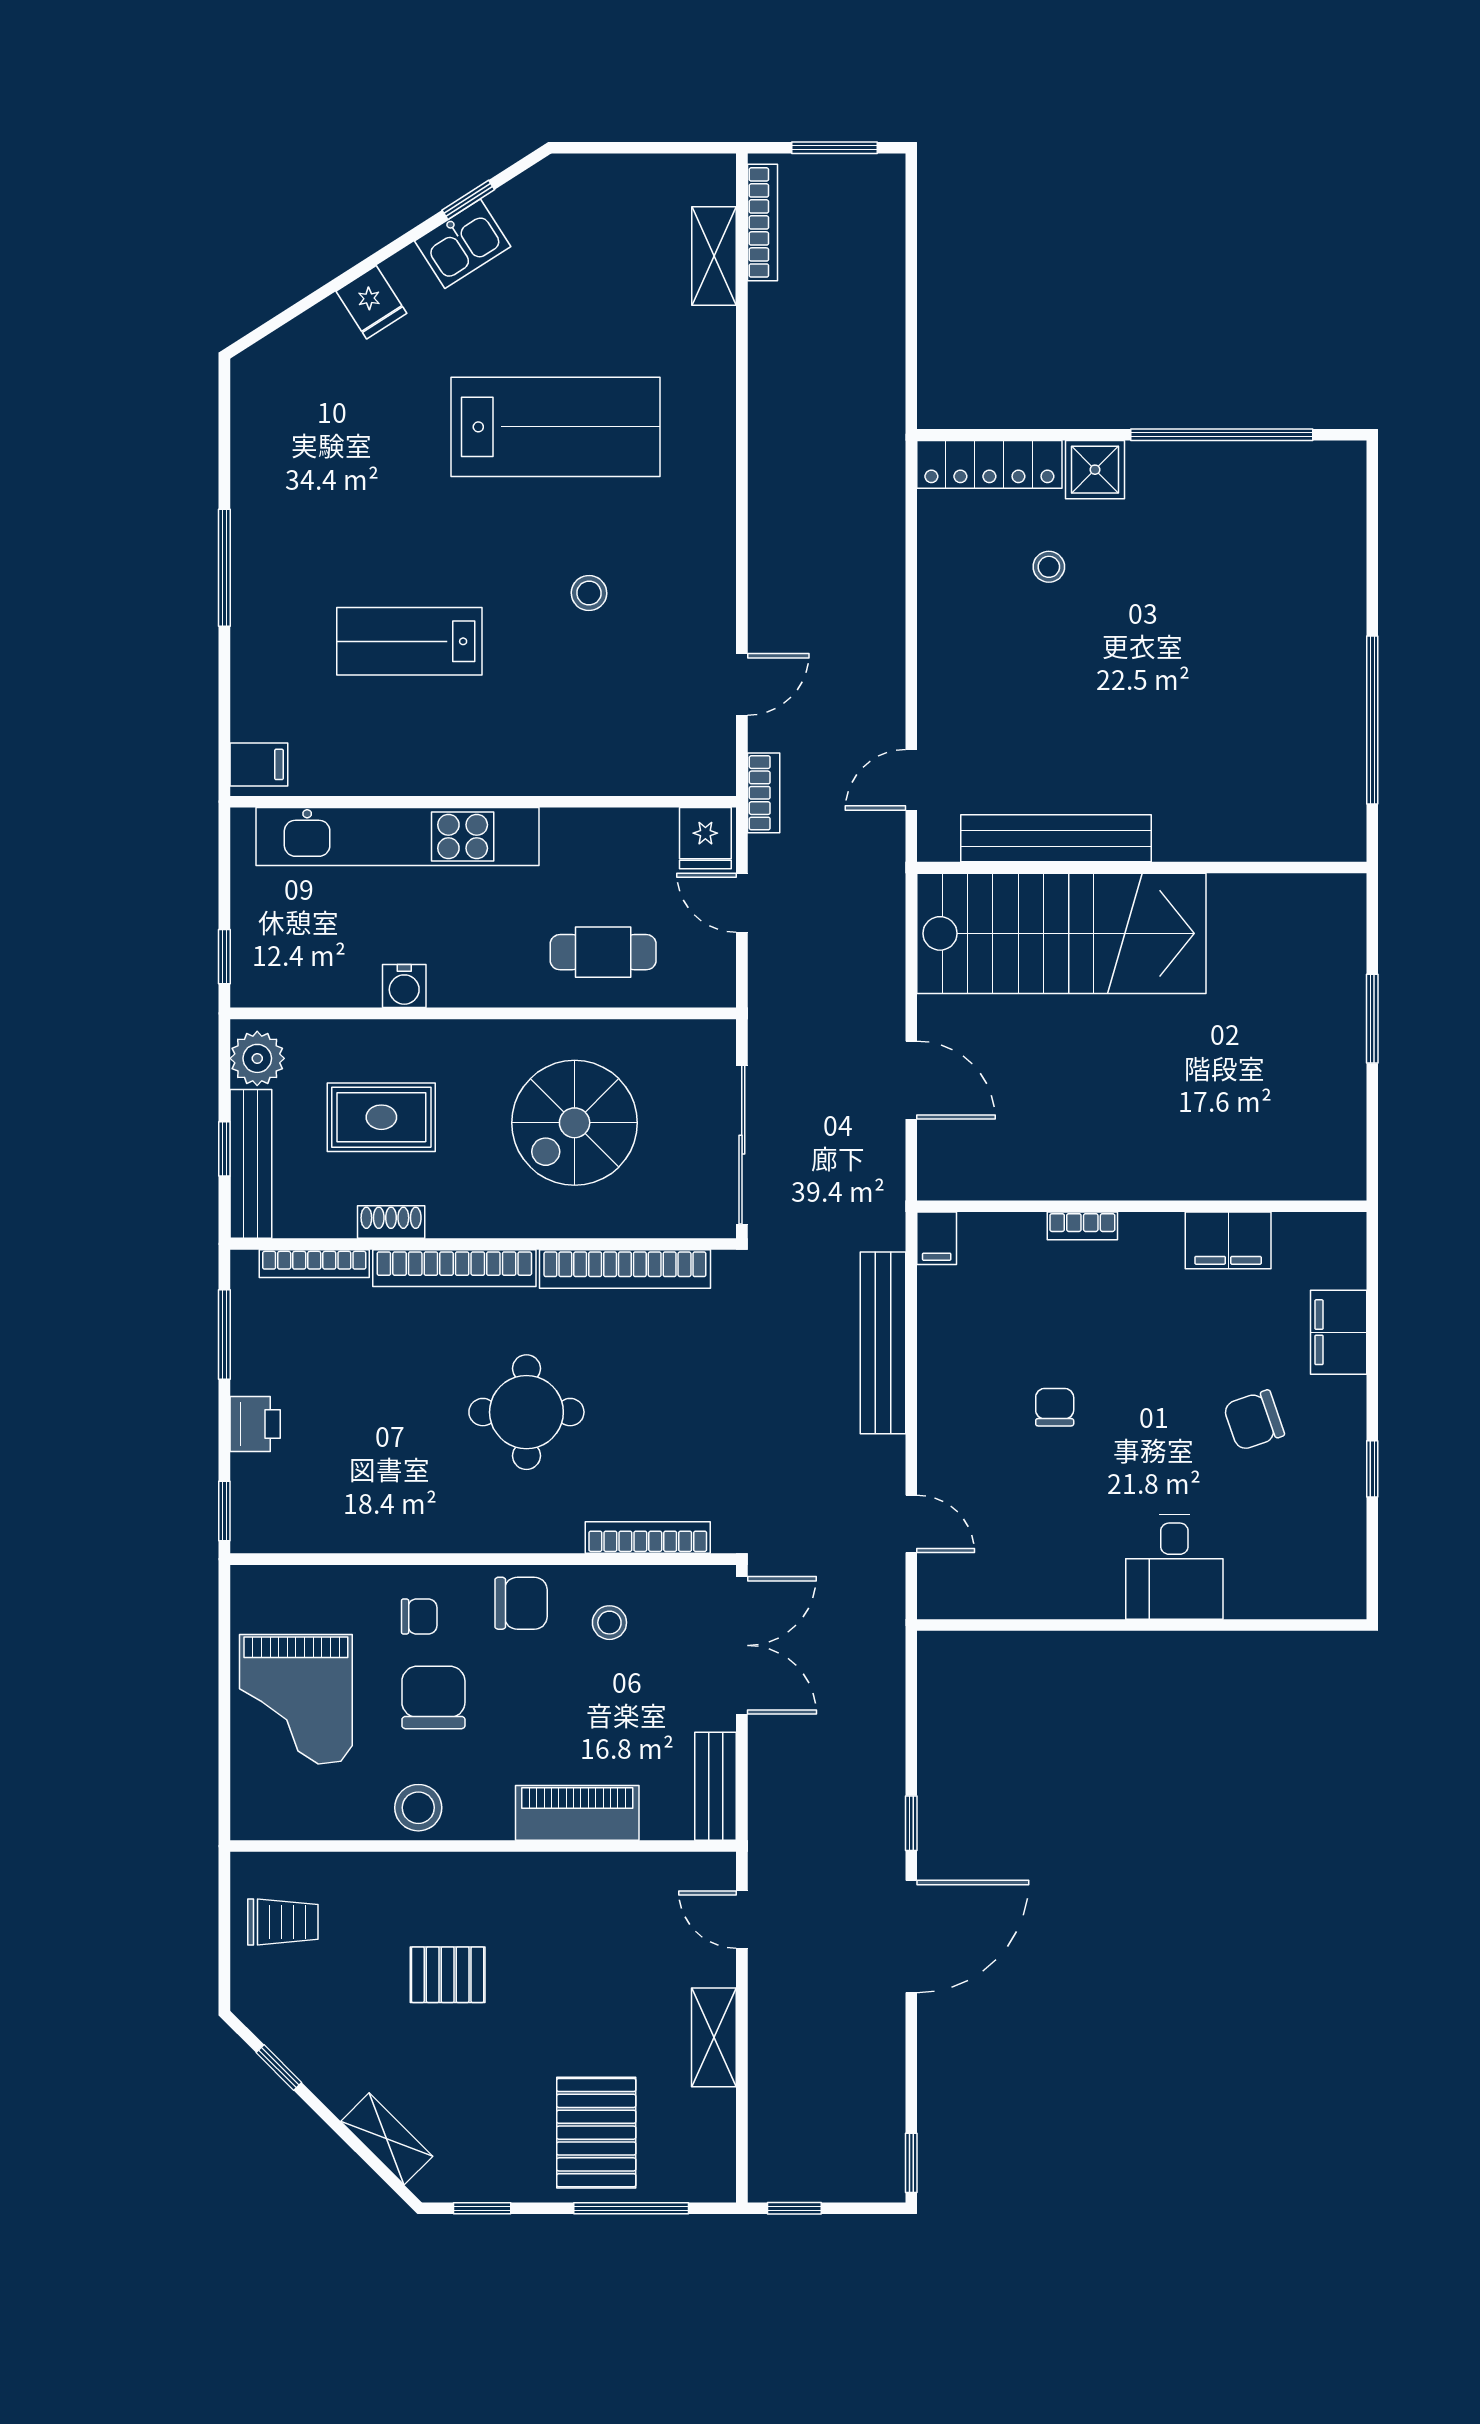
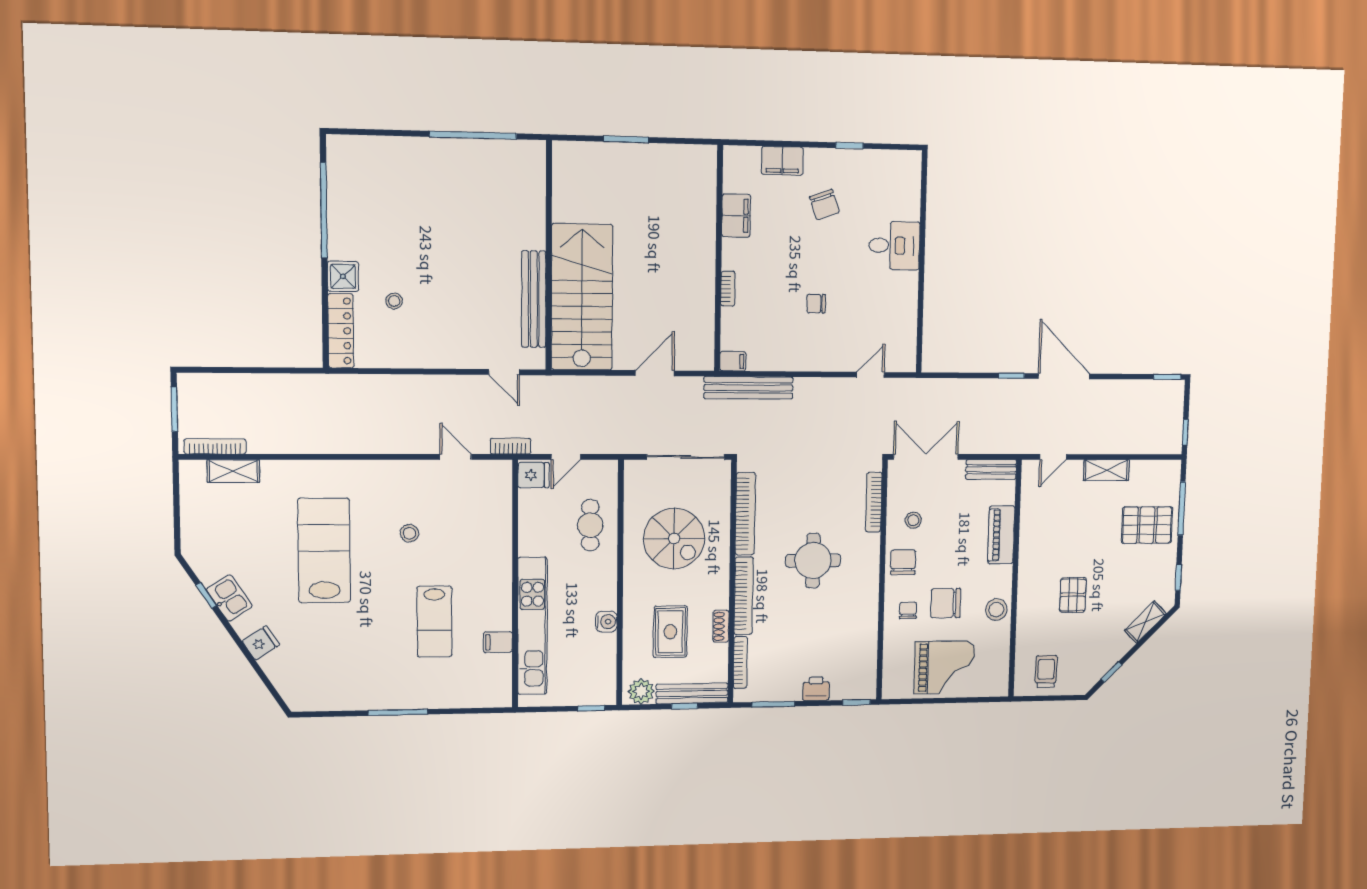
filing cabinet: (259, 764) -> (498, 642), moved, turned -90
bench: (883, 1343) -> (748, 388), moved

